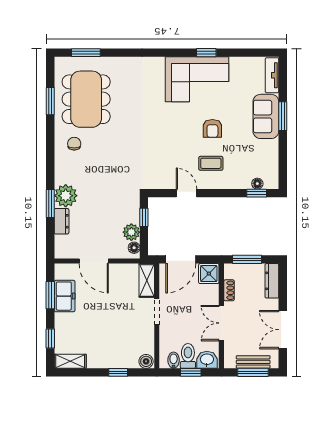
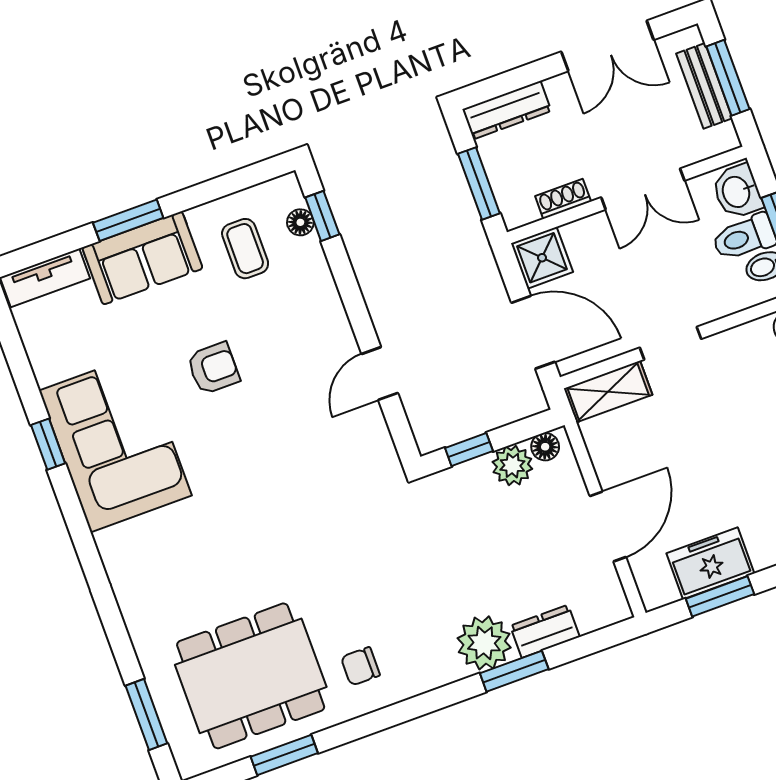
coffee table: (211, 163) -> (245, 249), moved

